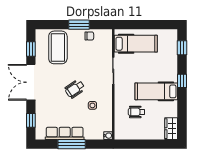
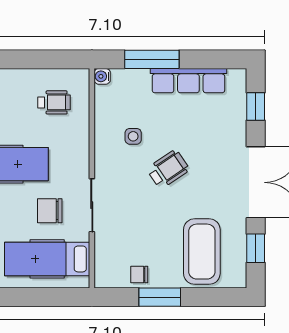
chair: (134, 68) -> (50, 211), added
wheelchair: (137, 112) -> (54, 102), moved
window: (72, 144) -> (152, 59), moved

